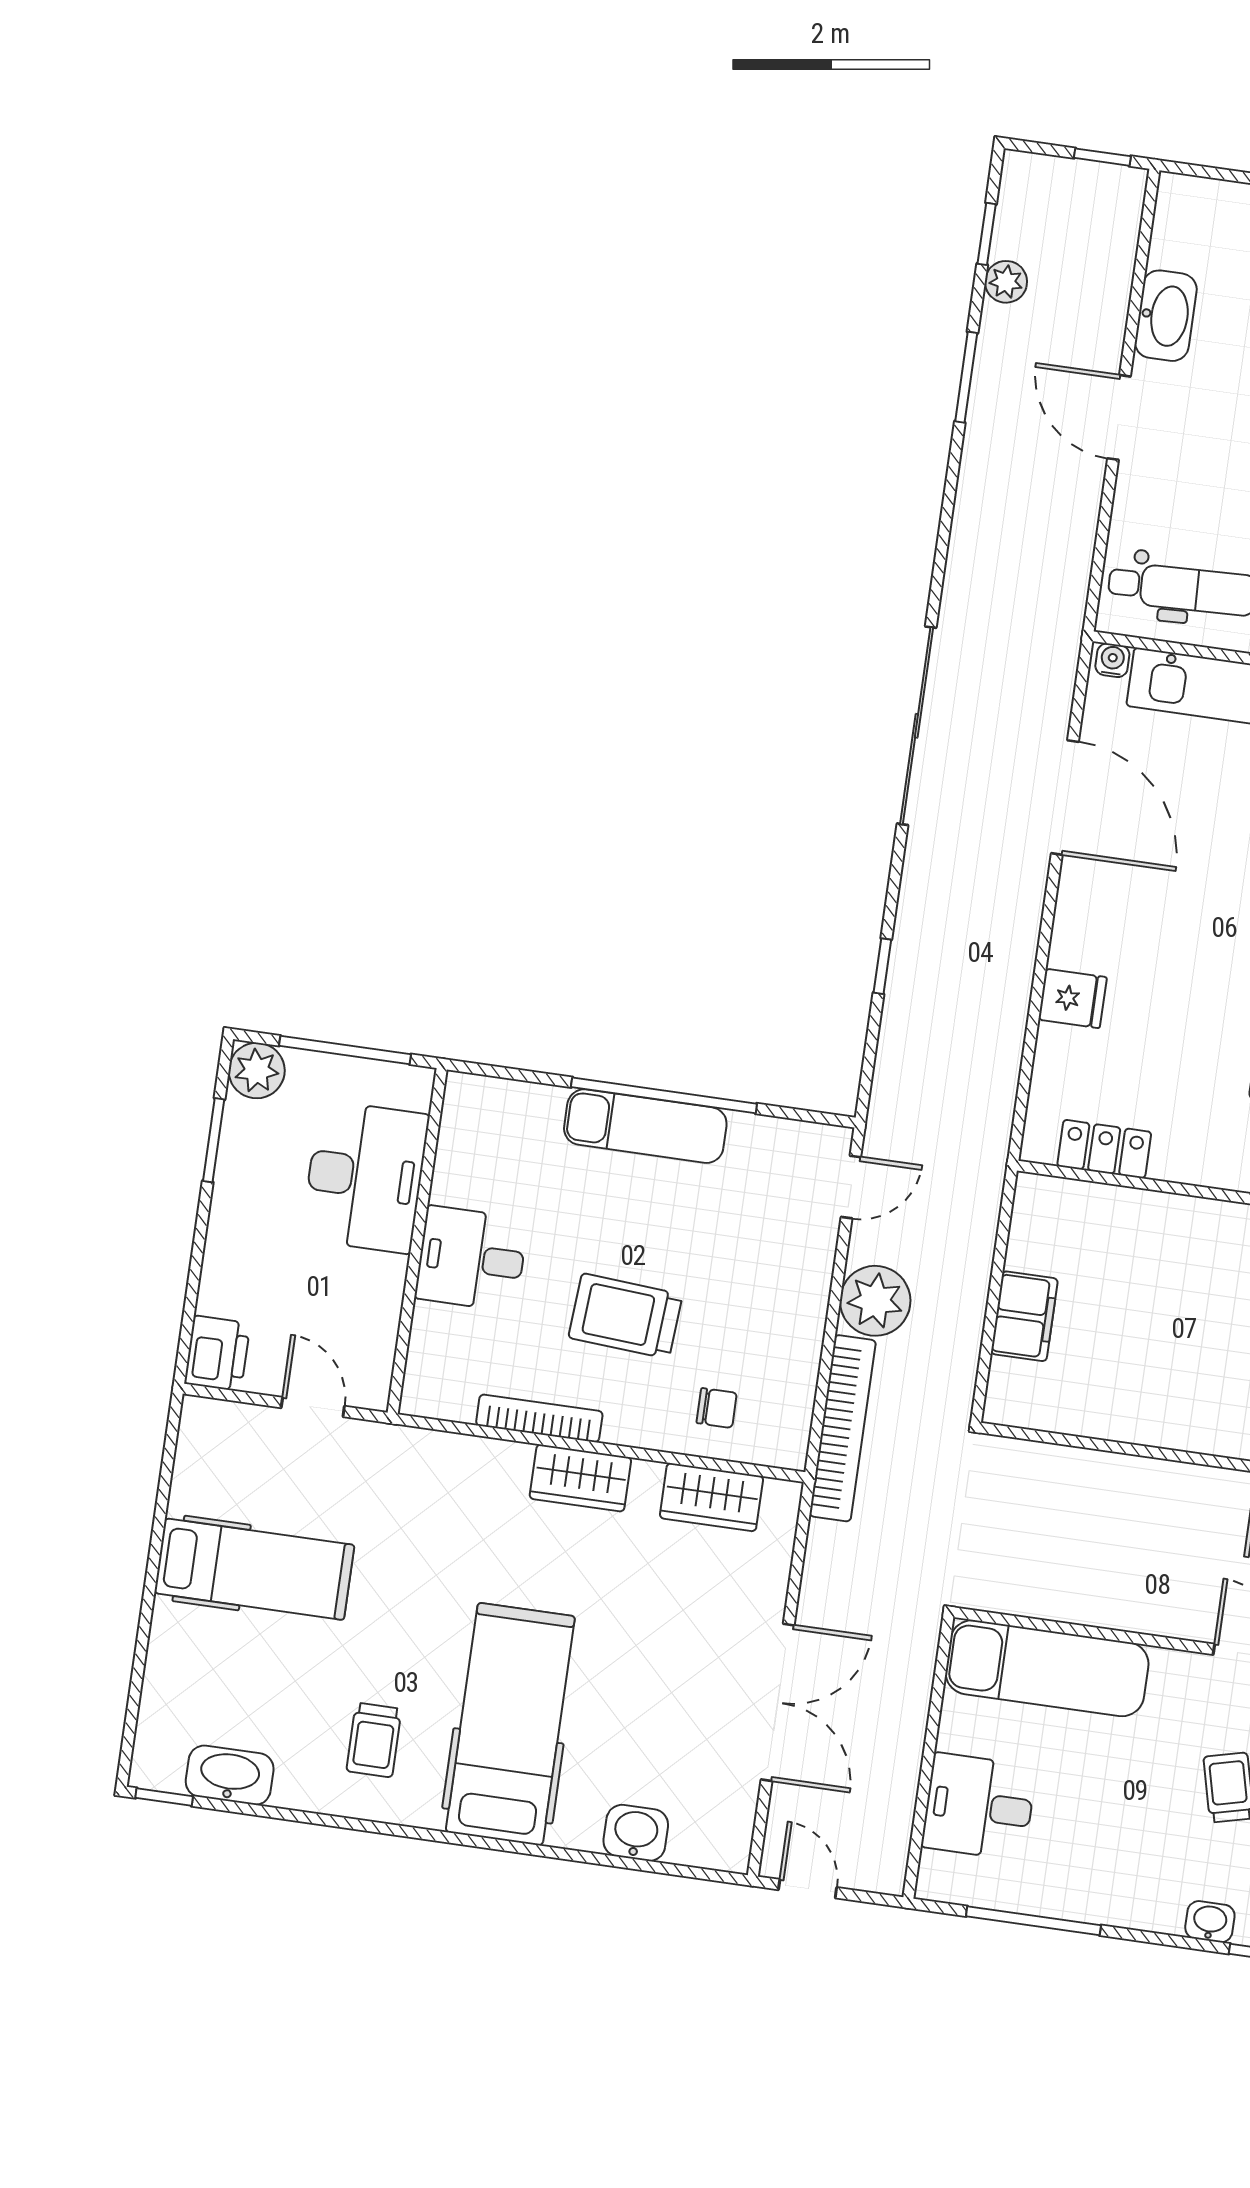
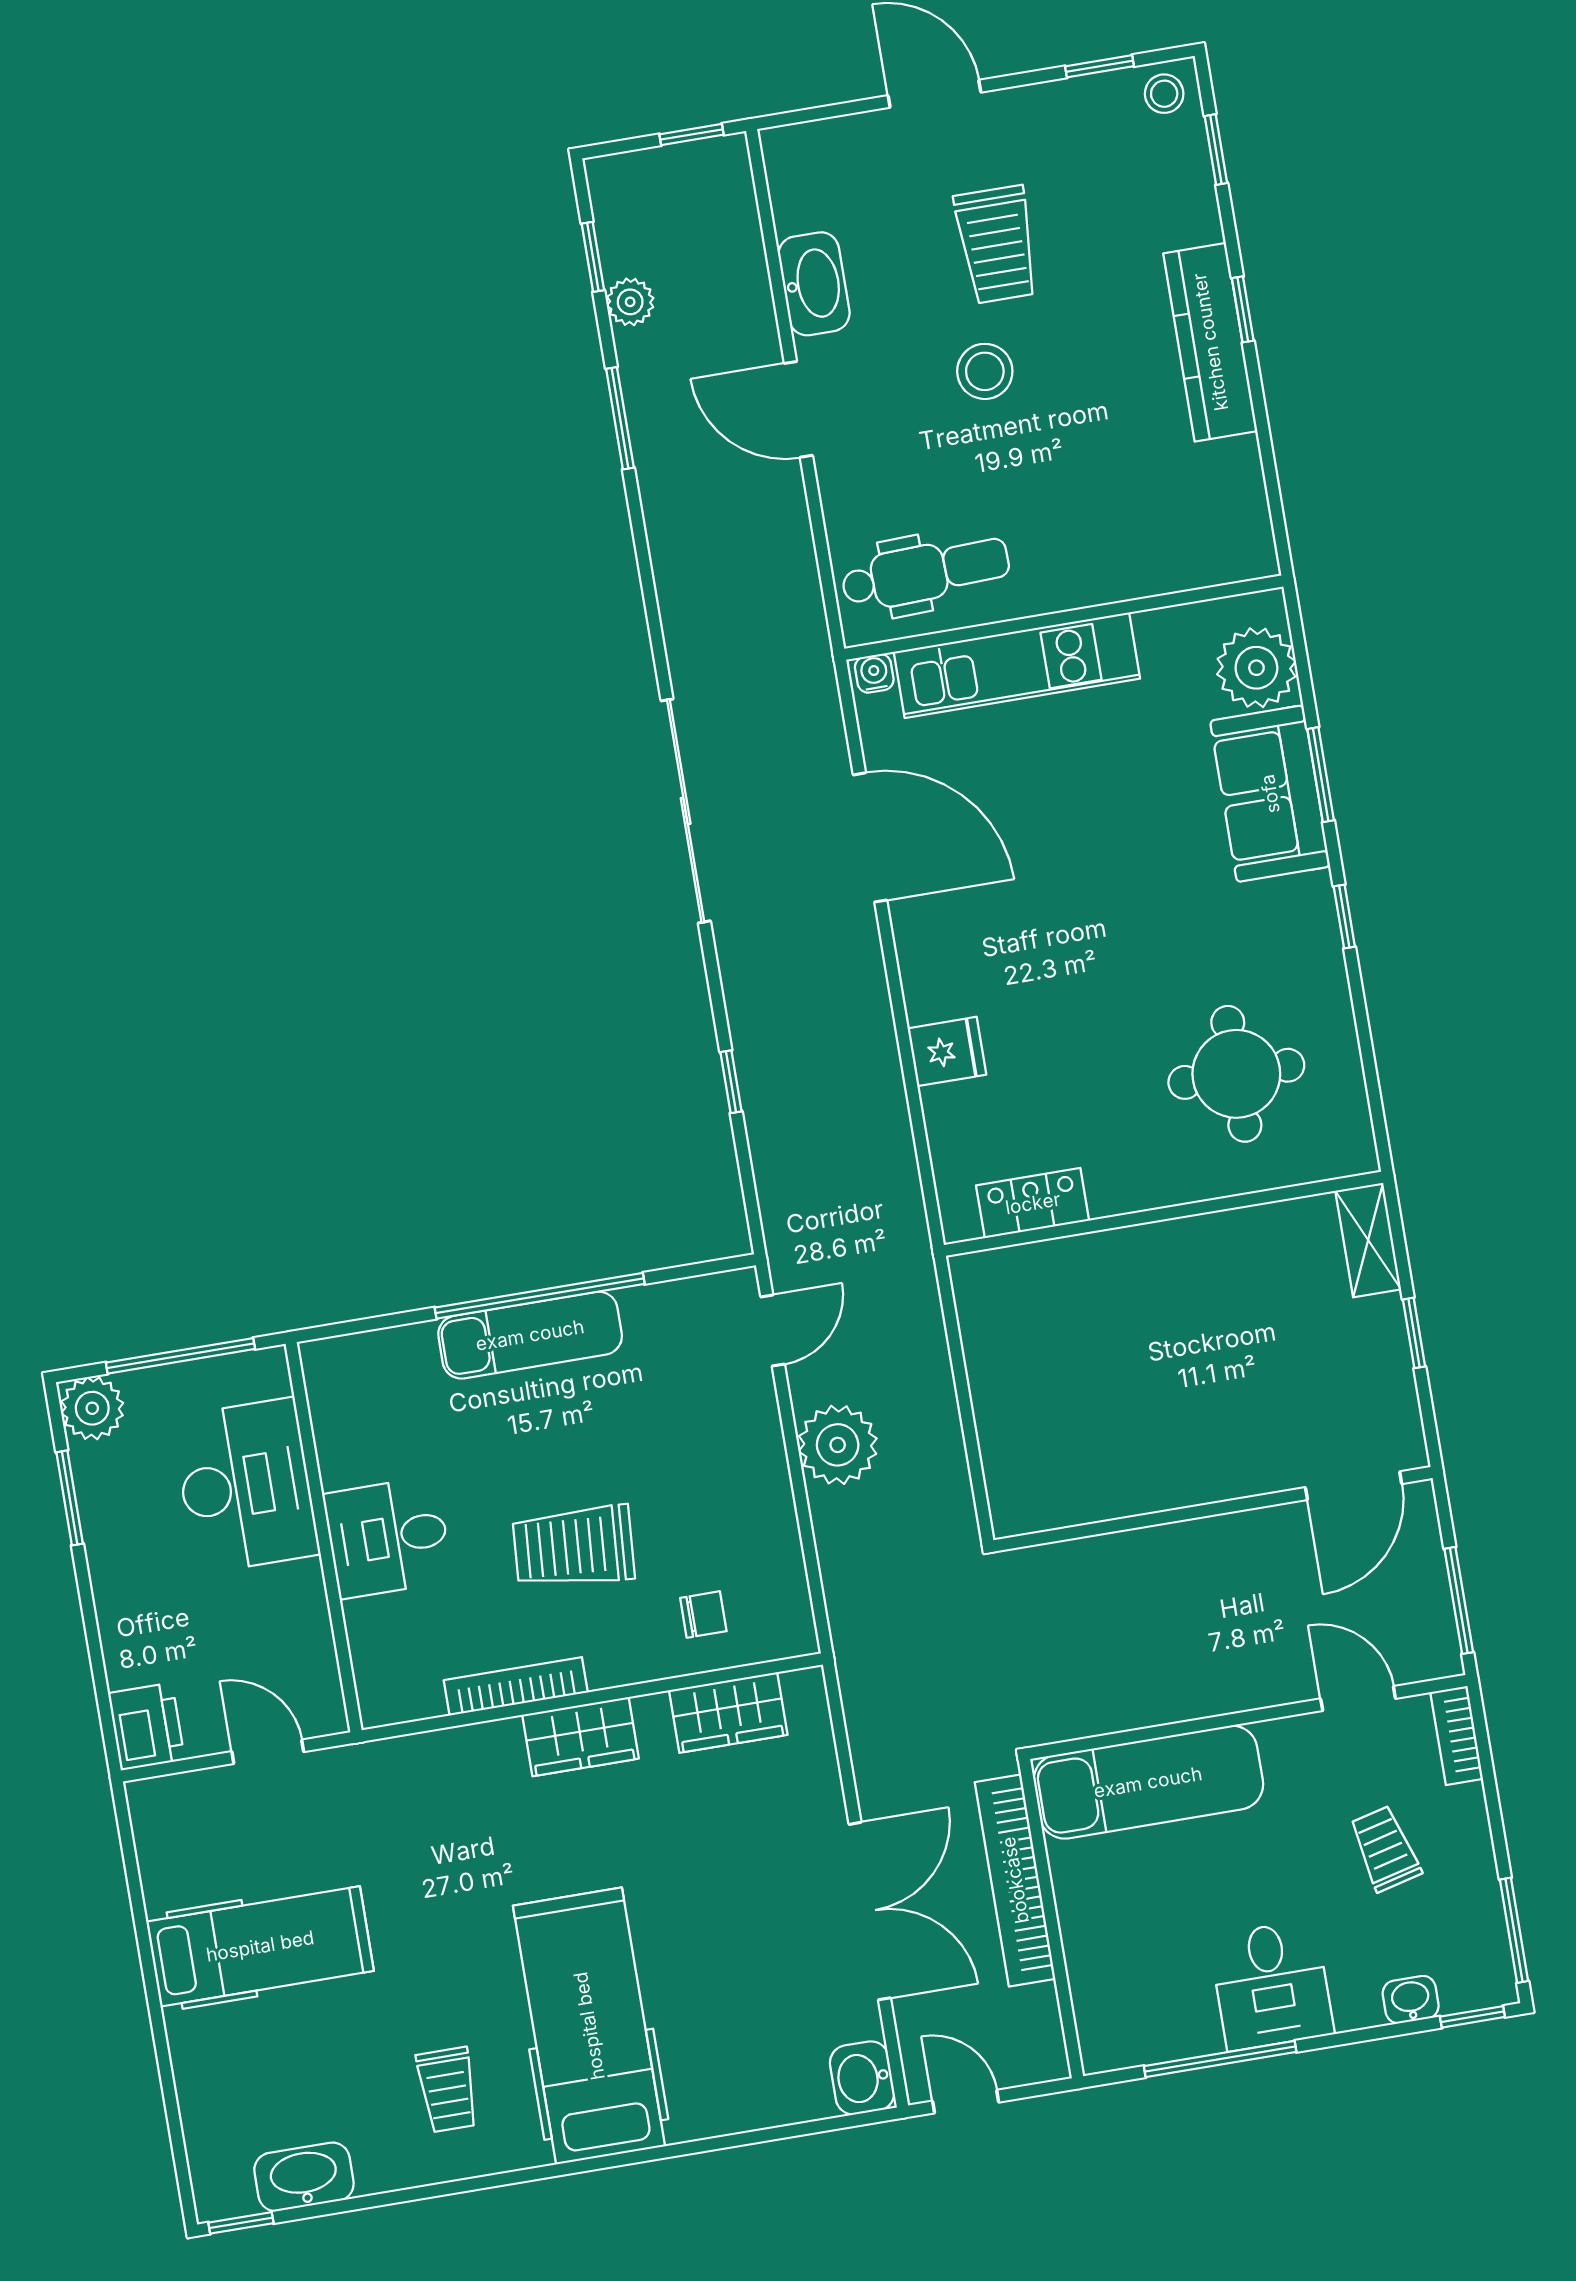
filing cabinet: (1024, 1316) -> (1004, 1411), removed
bookcase: (843, 1428) -> (1015, 1880), moved, turned 180
desk: (979, 1807) -> (1271, 1985), moved, turned -90
washbasin: (636, 1833) -> (862, 2078), moved, turned -90

